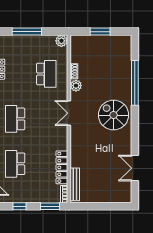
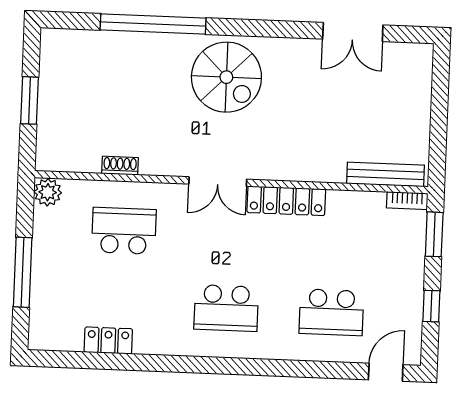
plant: (76, 86) -> (154, 162), removed
spiral stairs: (113, 115) -> (226, 77), turned -90
locker: (62, 167) -> (286, 201), moved

